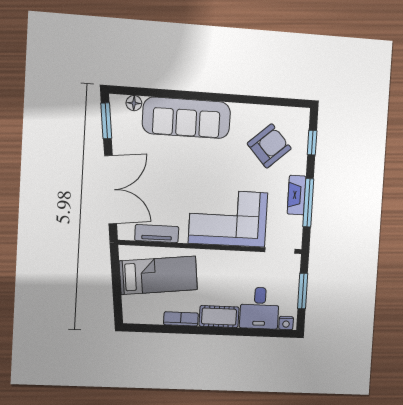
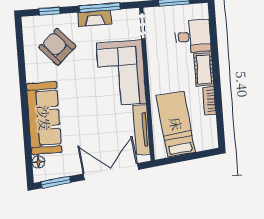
tv unit: (157, 234) -> (142, 130), width x1.41
nightstand: (286, 323) -> (203, 12), removed

